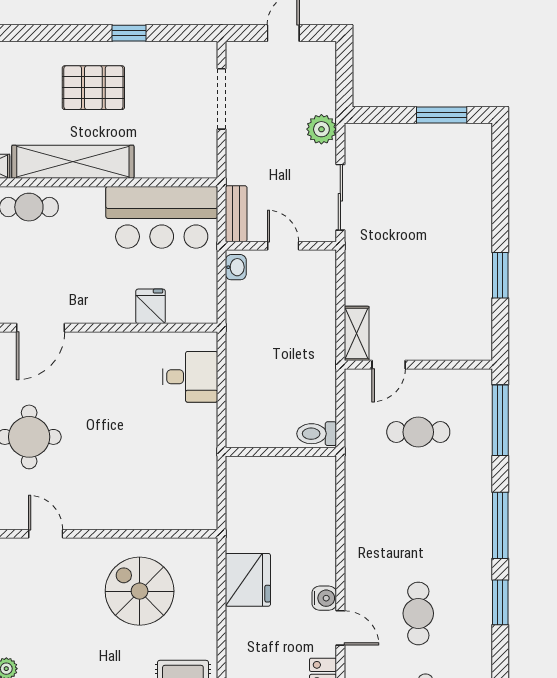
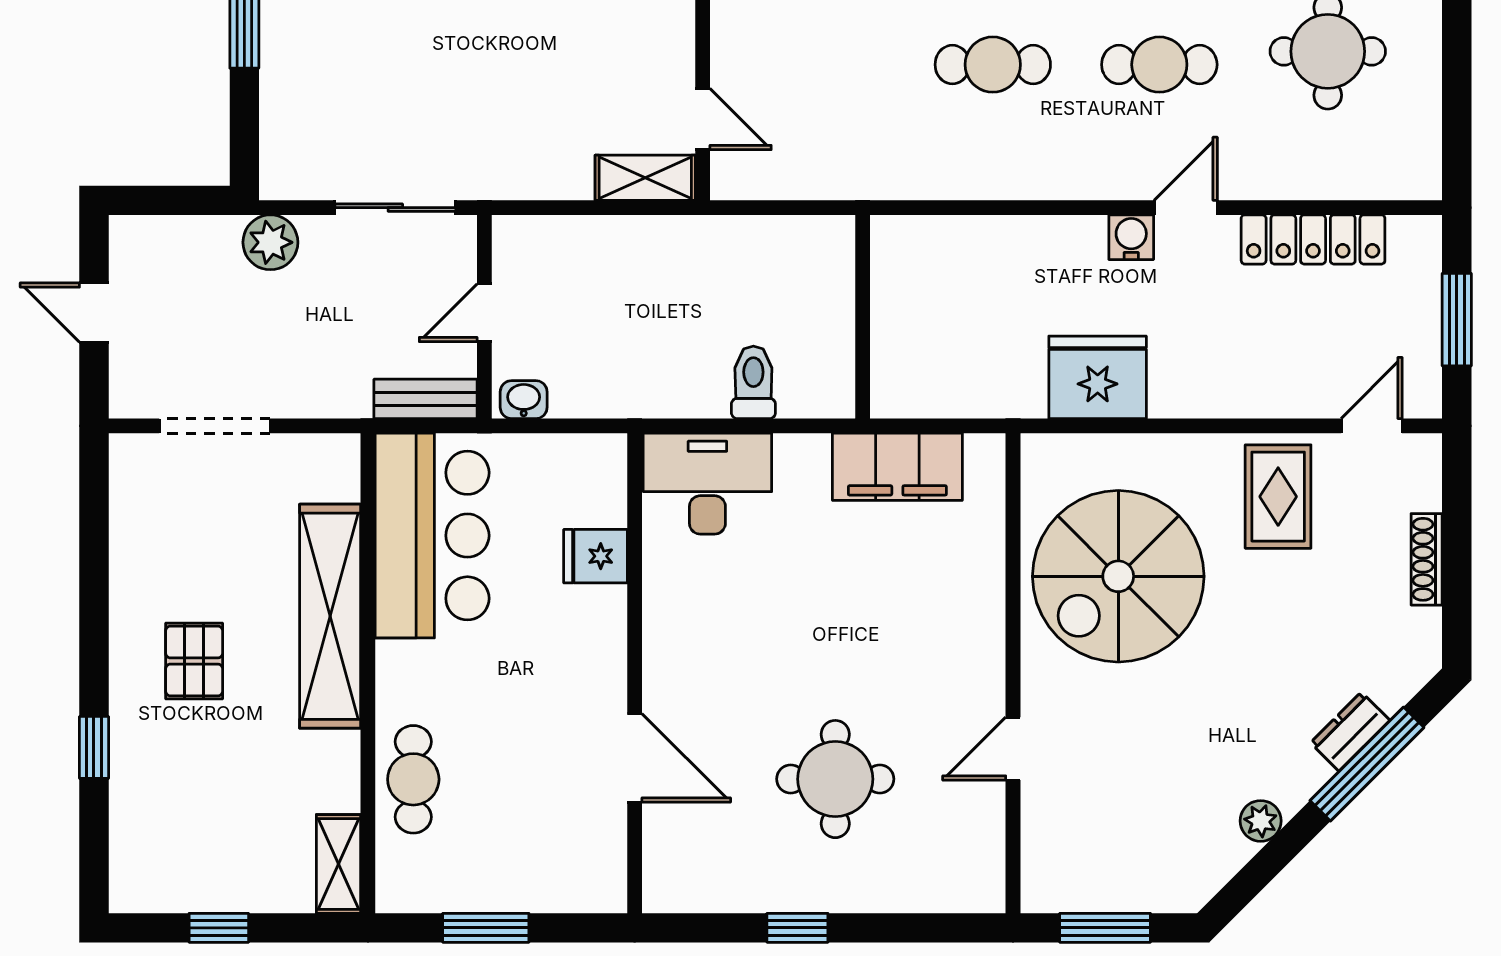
window: (129, 33) -> (94, 747), moved
pallet: (93, 88) -> (194, 661), width x0.67, depth x0.71
shelving: (73, 162) -> (330, 616), moved
desk: (190, 377) -> (707, 484), width x1.37
cafe table: (418, 432) -> (993, 65), moved, turned 90
toilet: (317, 434) -> (753, 382), moved, turned 180
filing cabinet: (199, 471) -> (897, 467), added
spiral stairs: (140, 591) -> (1118, 576), width x1.37, depth x1.37

